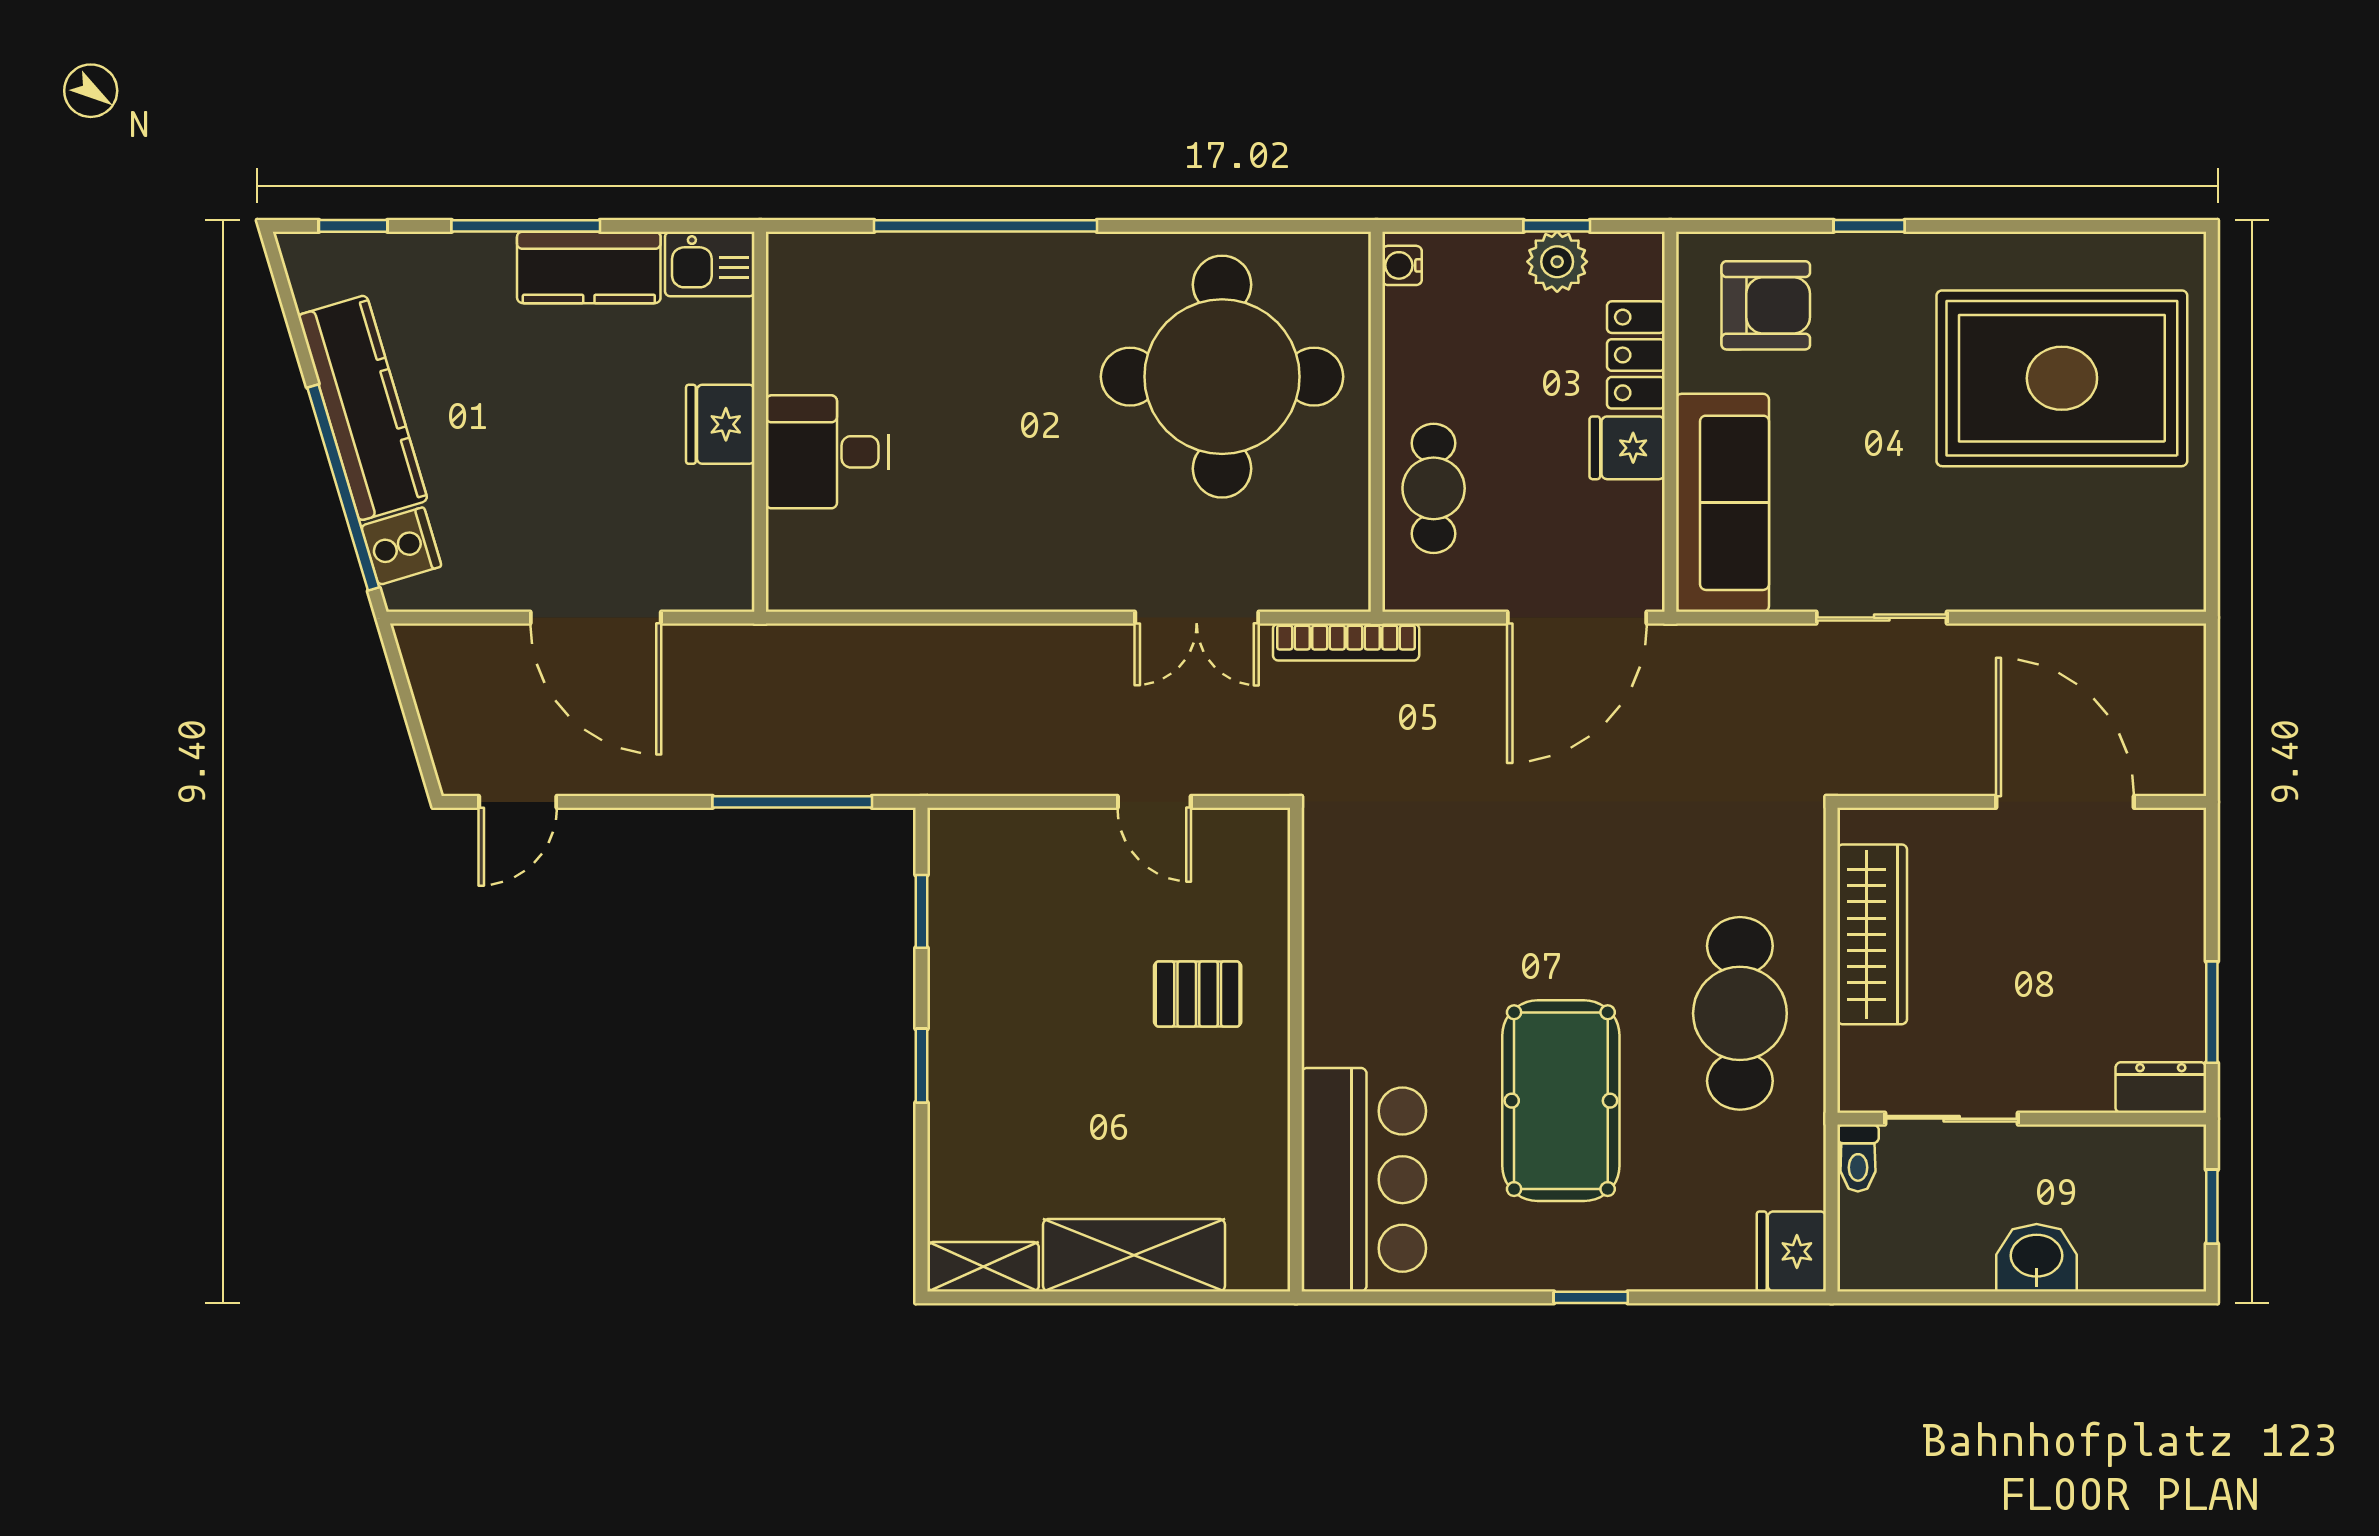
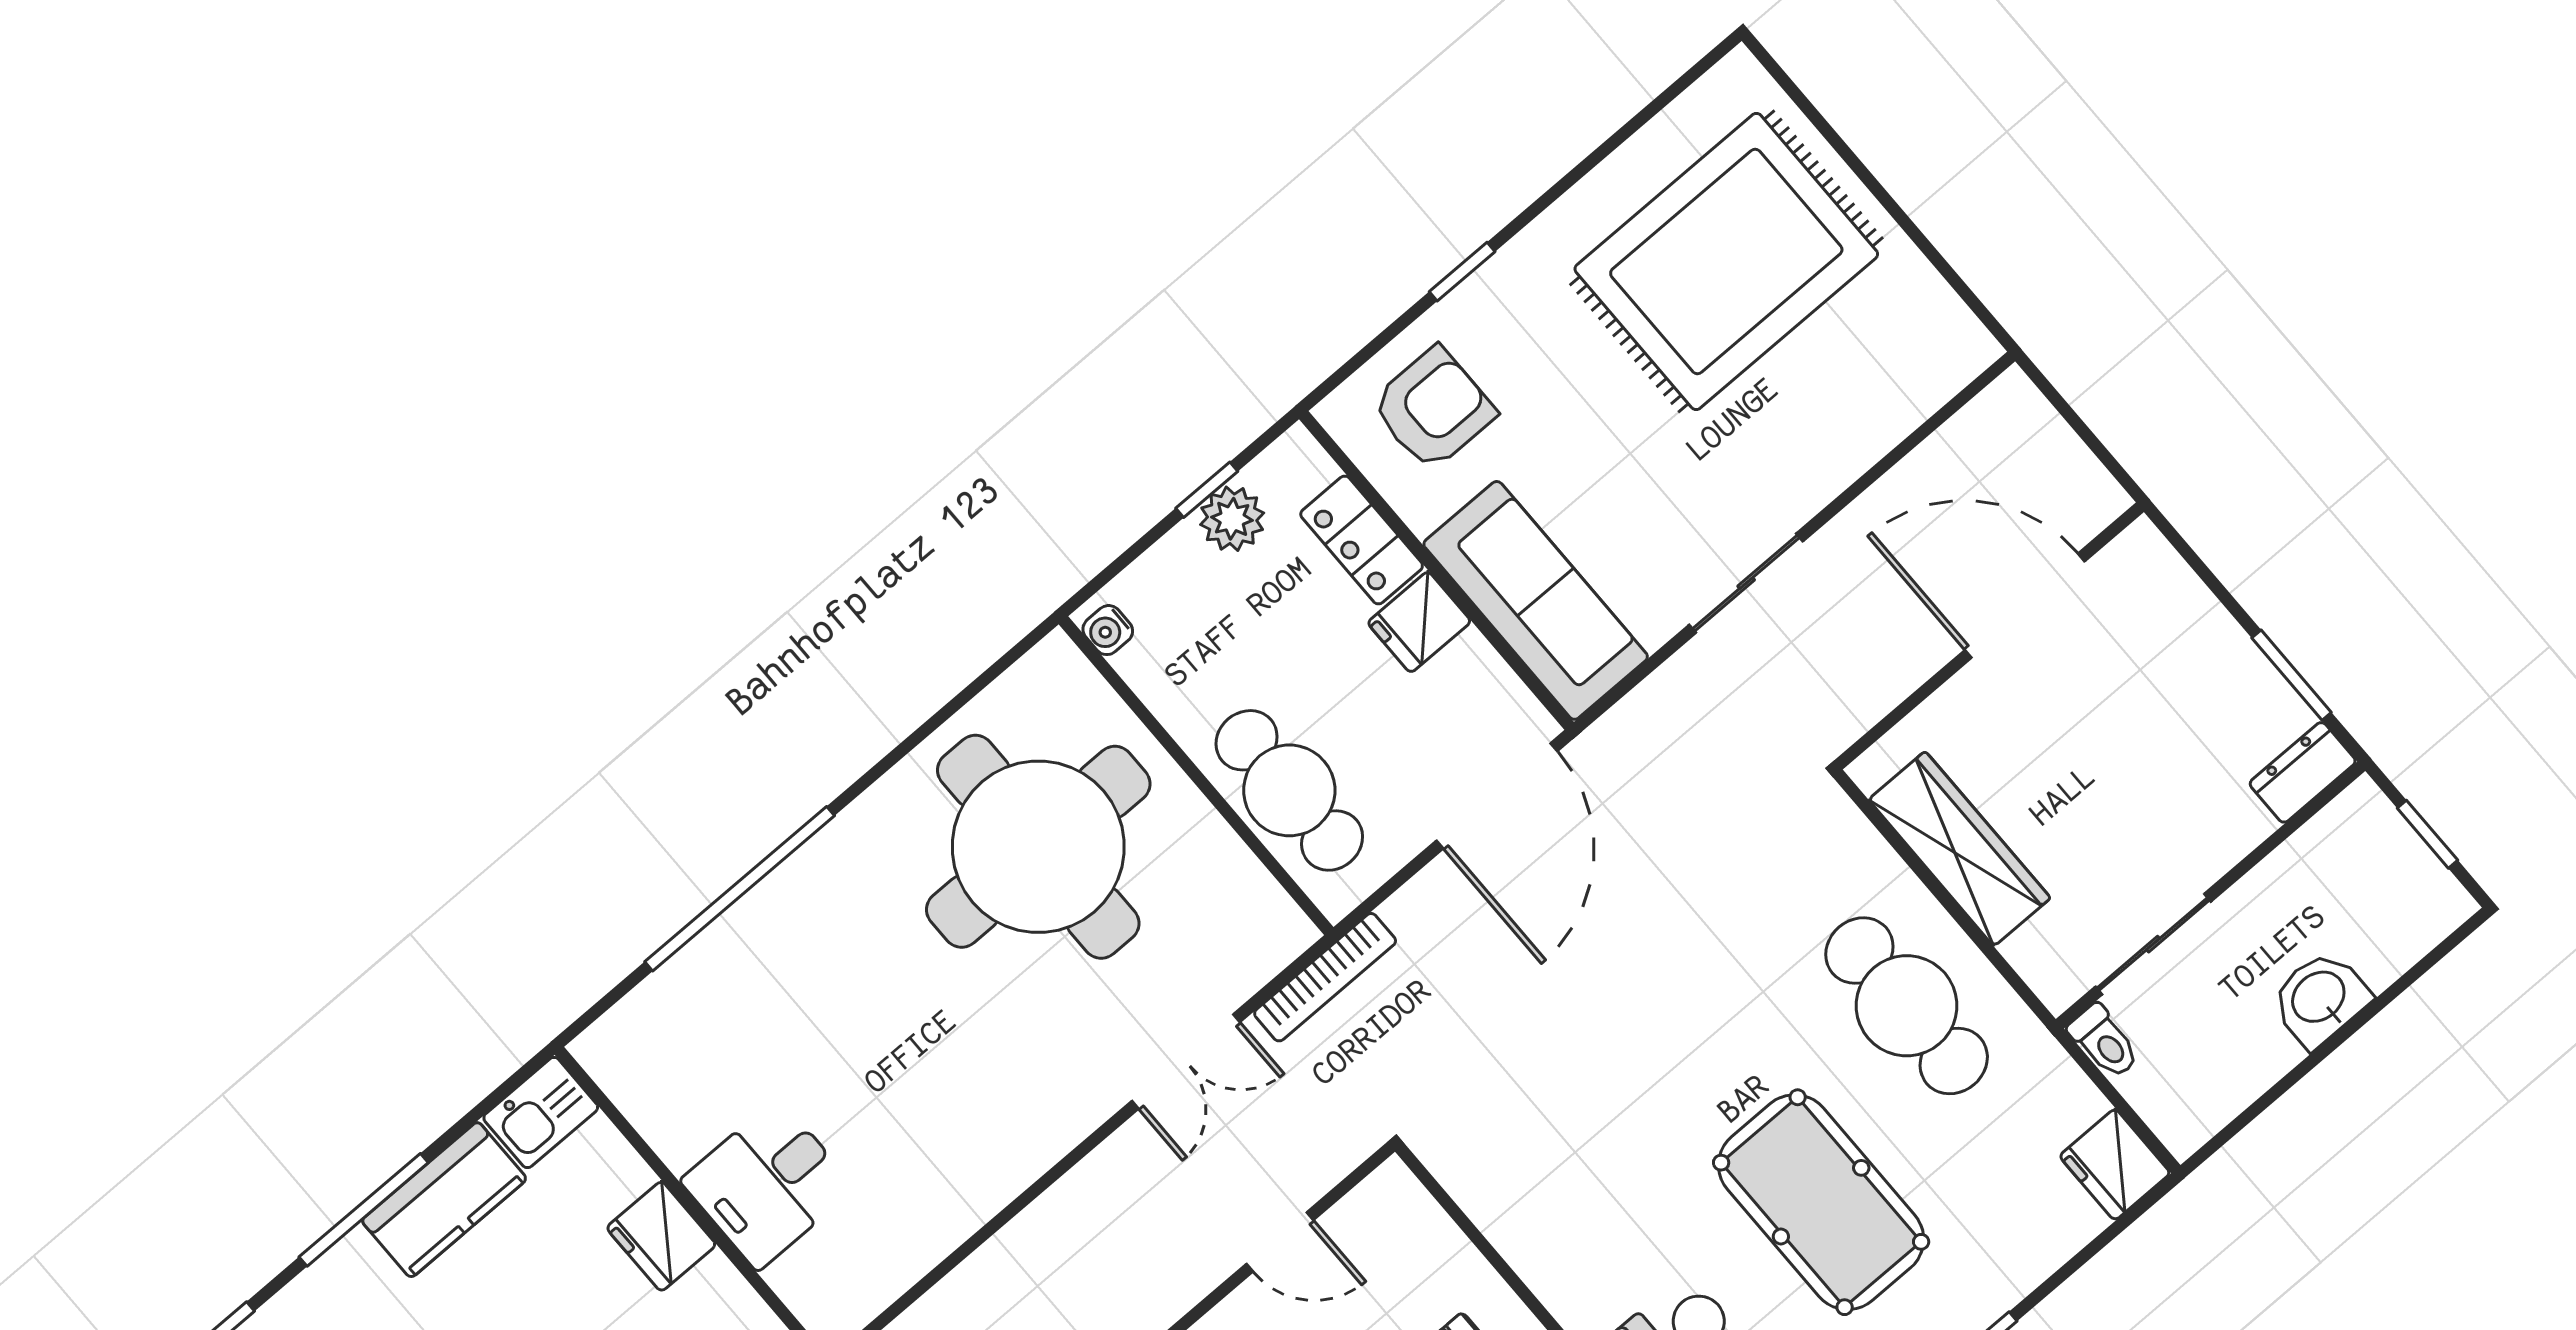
cafe table: (1434, 488) -> (1289, 790), width x1.37, depth x1.35

